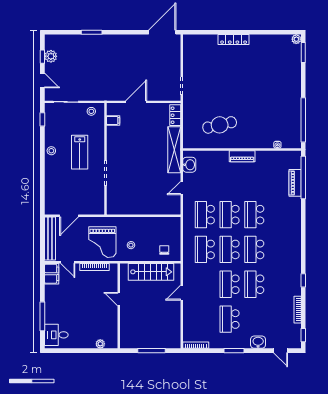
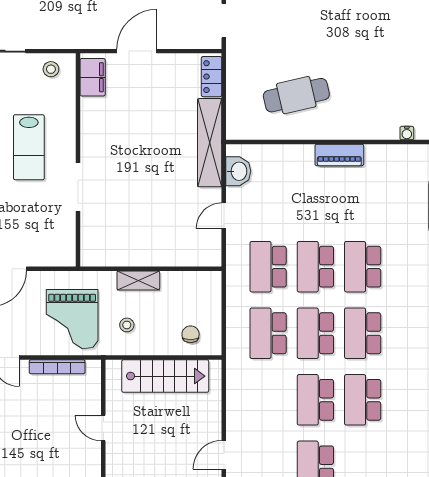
filing cabinet: (113, 120) -> (93, 77), width x2.00
shelving: (137, 222) -> (138, 280), added
door: (182, 293) -> (224, 455), moved

